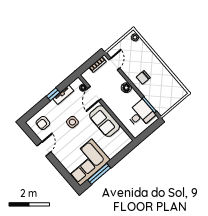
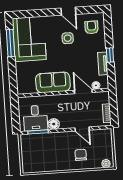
door: (114, 64) -> (82, 129), moved
chair: (143, 77) -> (81, 155), moved
floor lamp: (126, 88) -> (54, 124), moved
side table: (72, 122) -> (68, 38), moved

